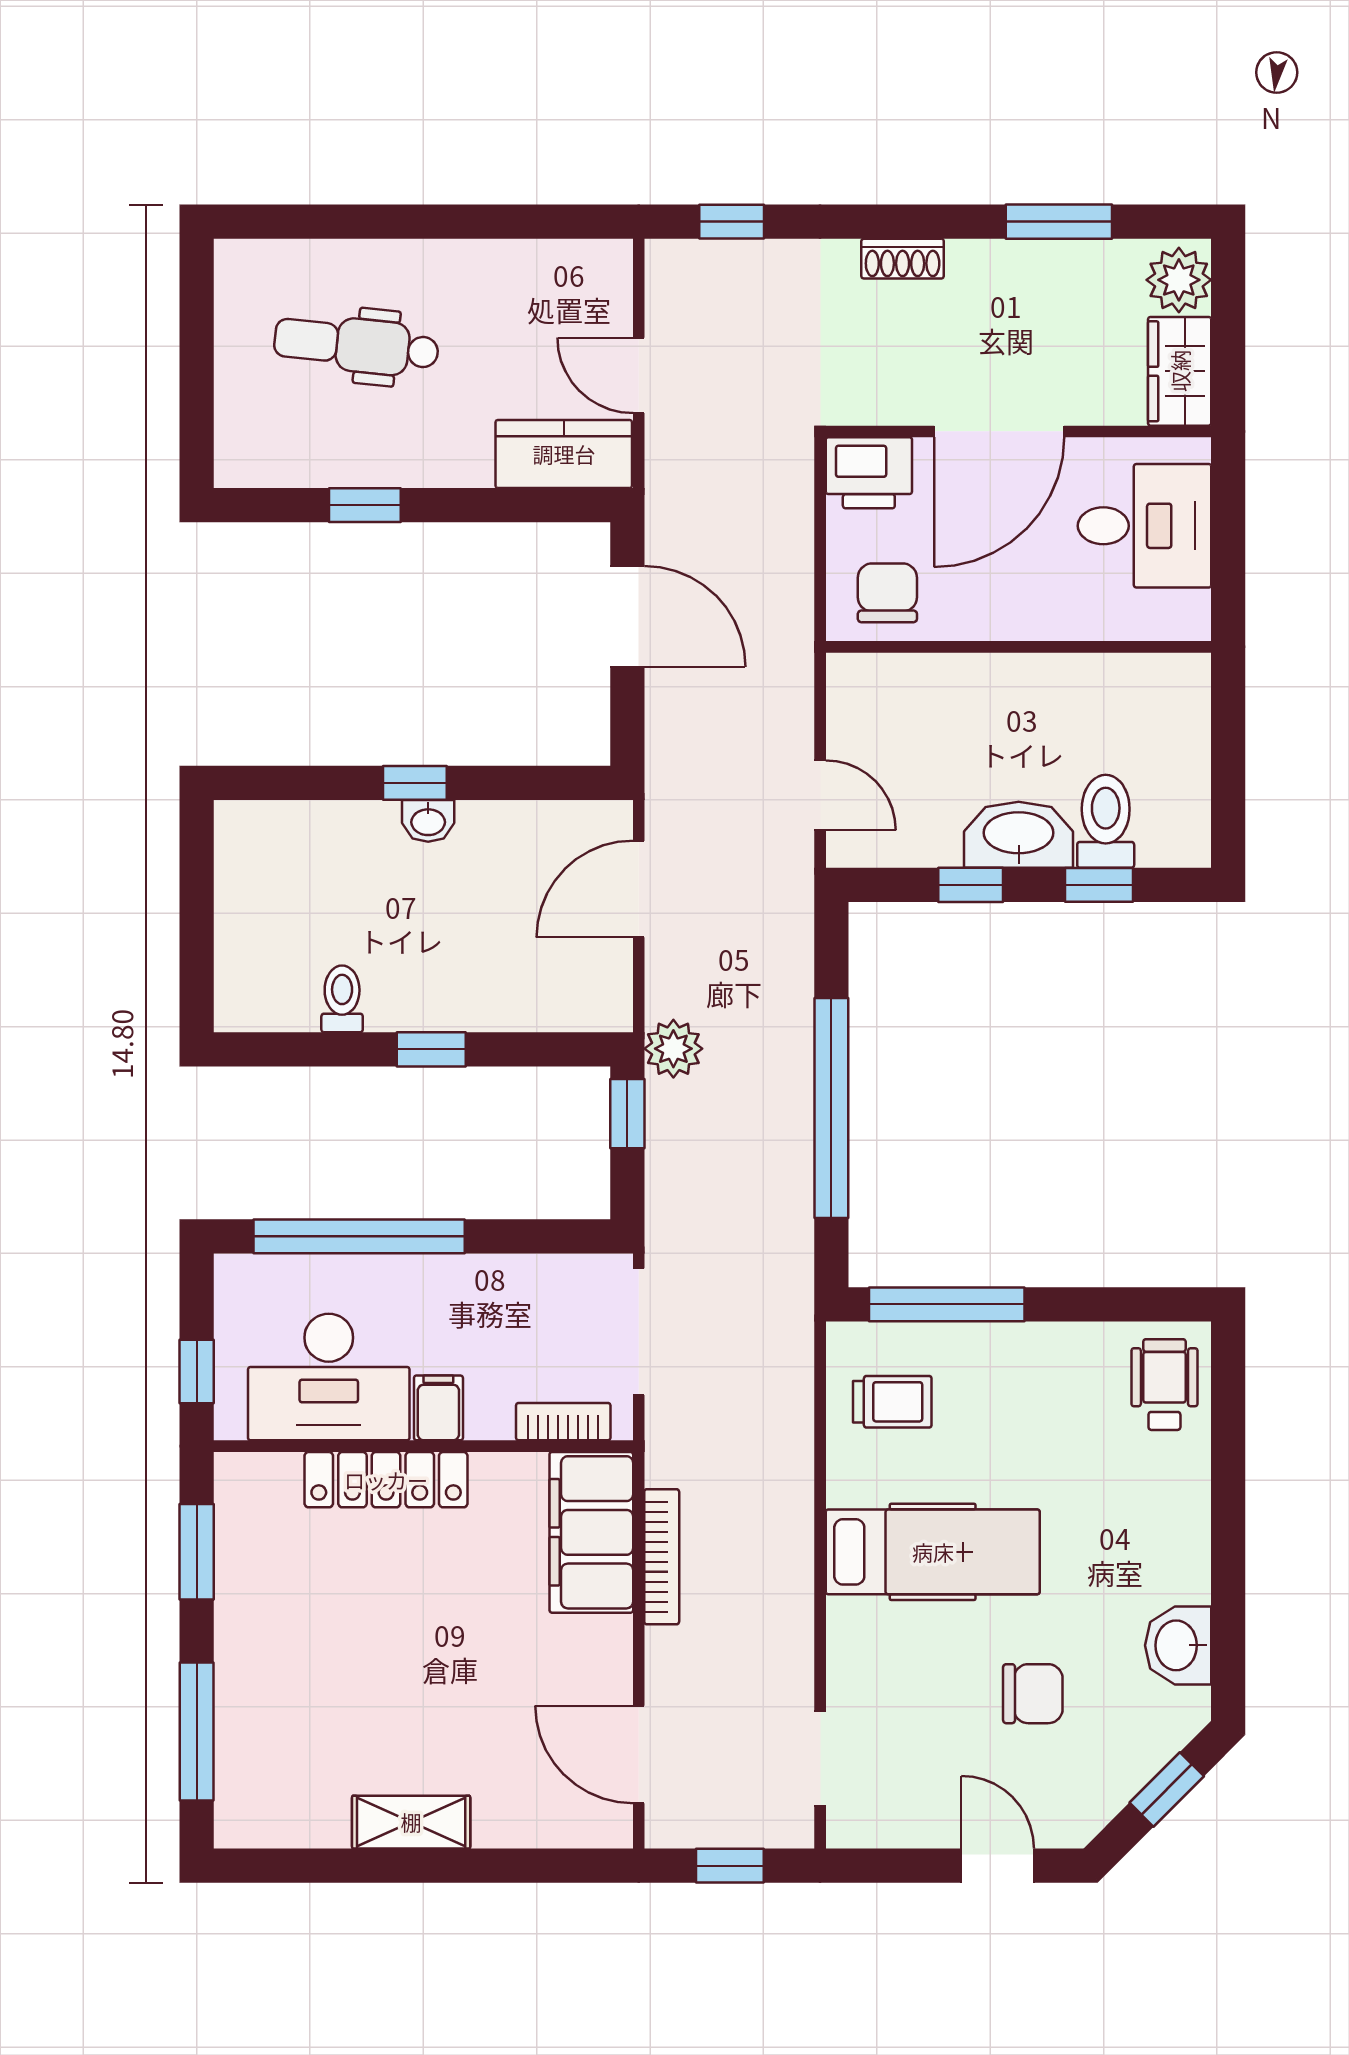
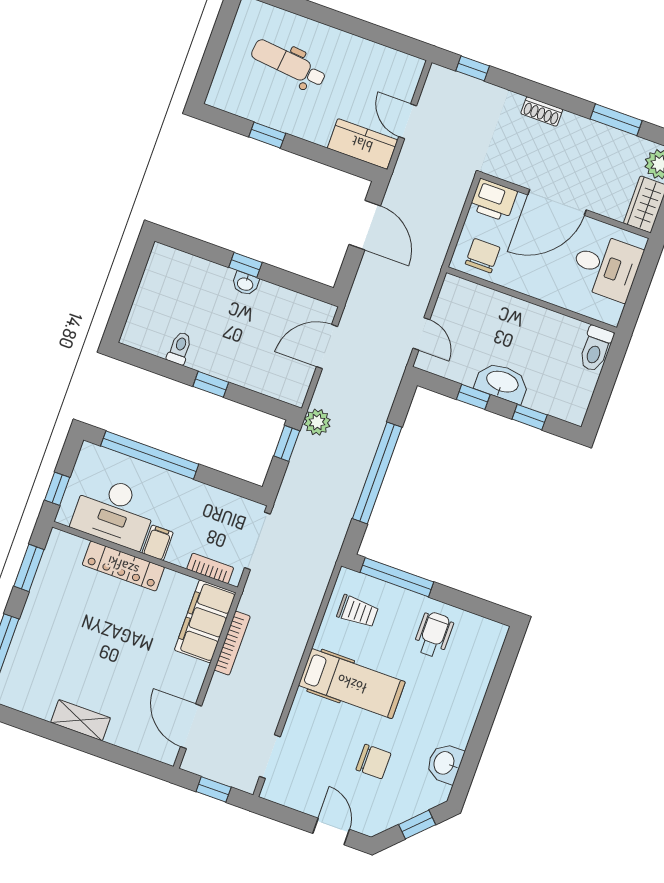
toilet: (1106, 821) -> (596, 349), moved, turned 180
wheelchair: (1164, 1385) -> (434, 634), moved

